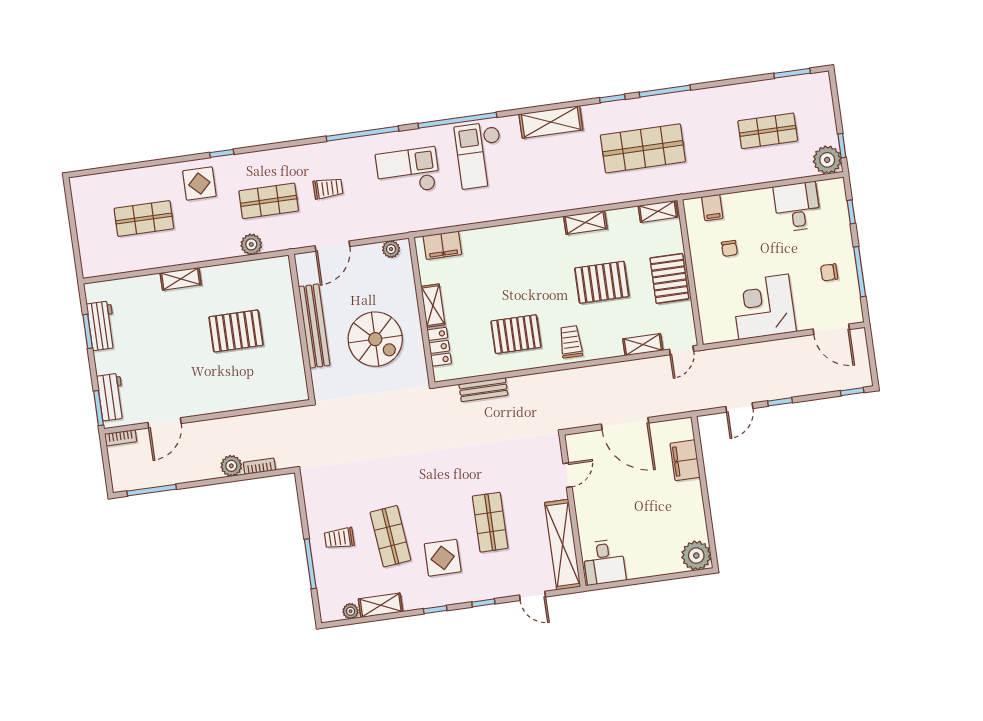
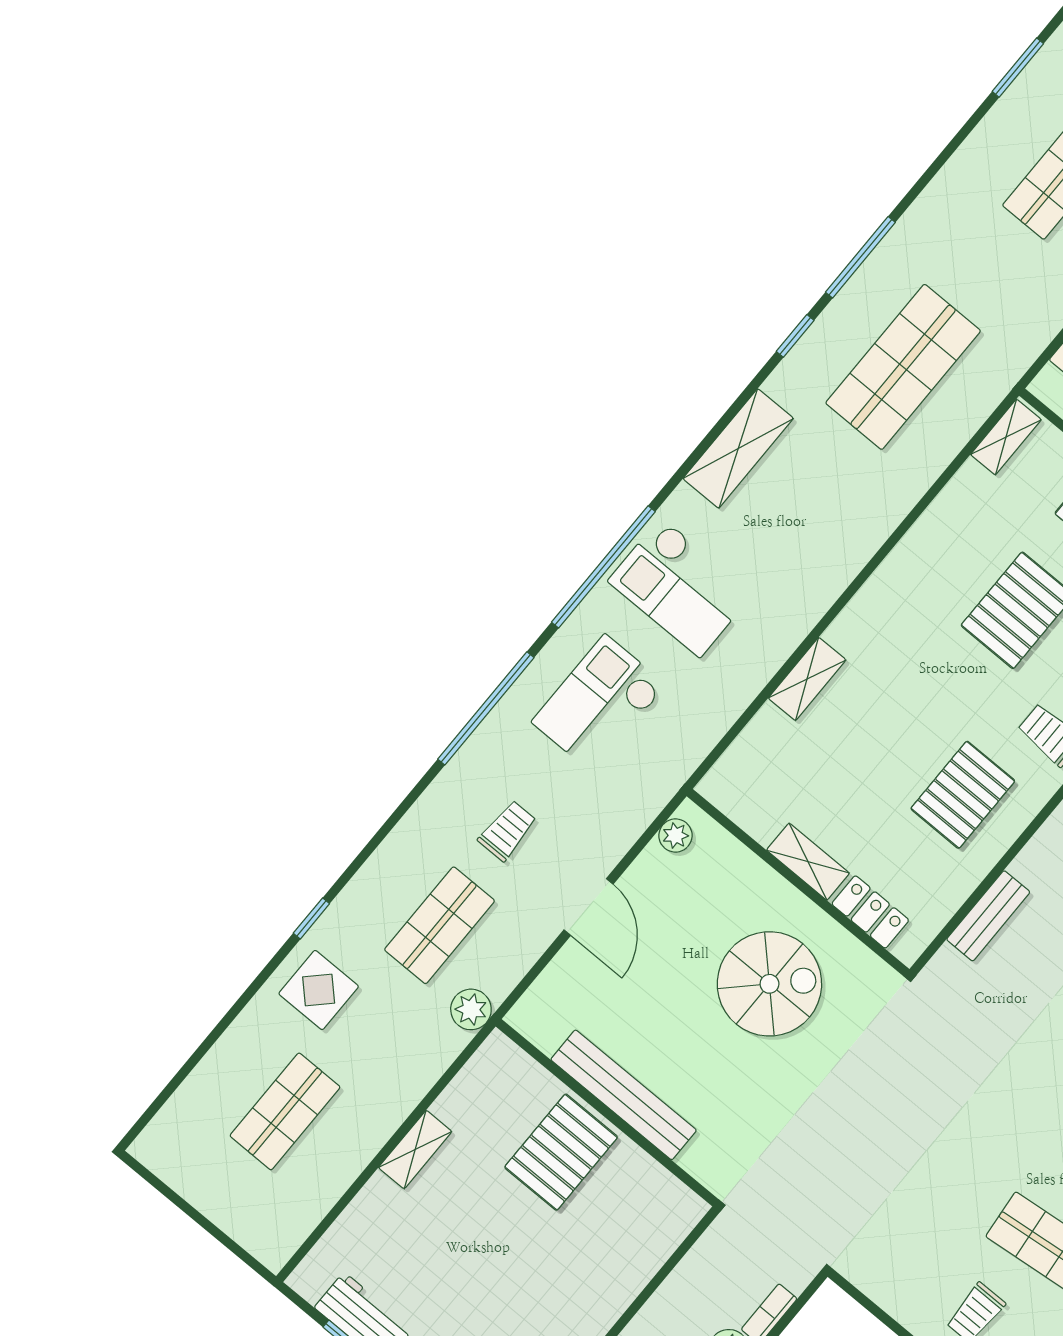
shelving: (585, 222) -> (807, 679), moved
filing cabinet: (442, 245) -> (743, 764), removed
bench: (314, 326) -> (624, 1095), moved
wall: (302, 327) -> (607, 1113), moved

